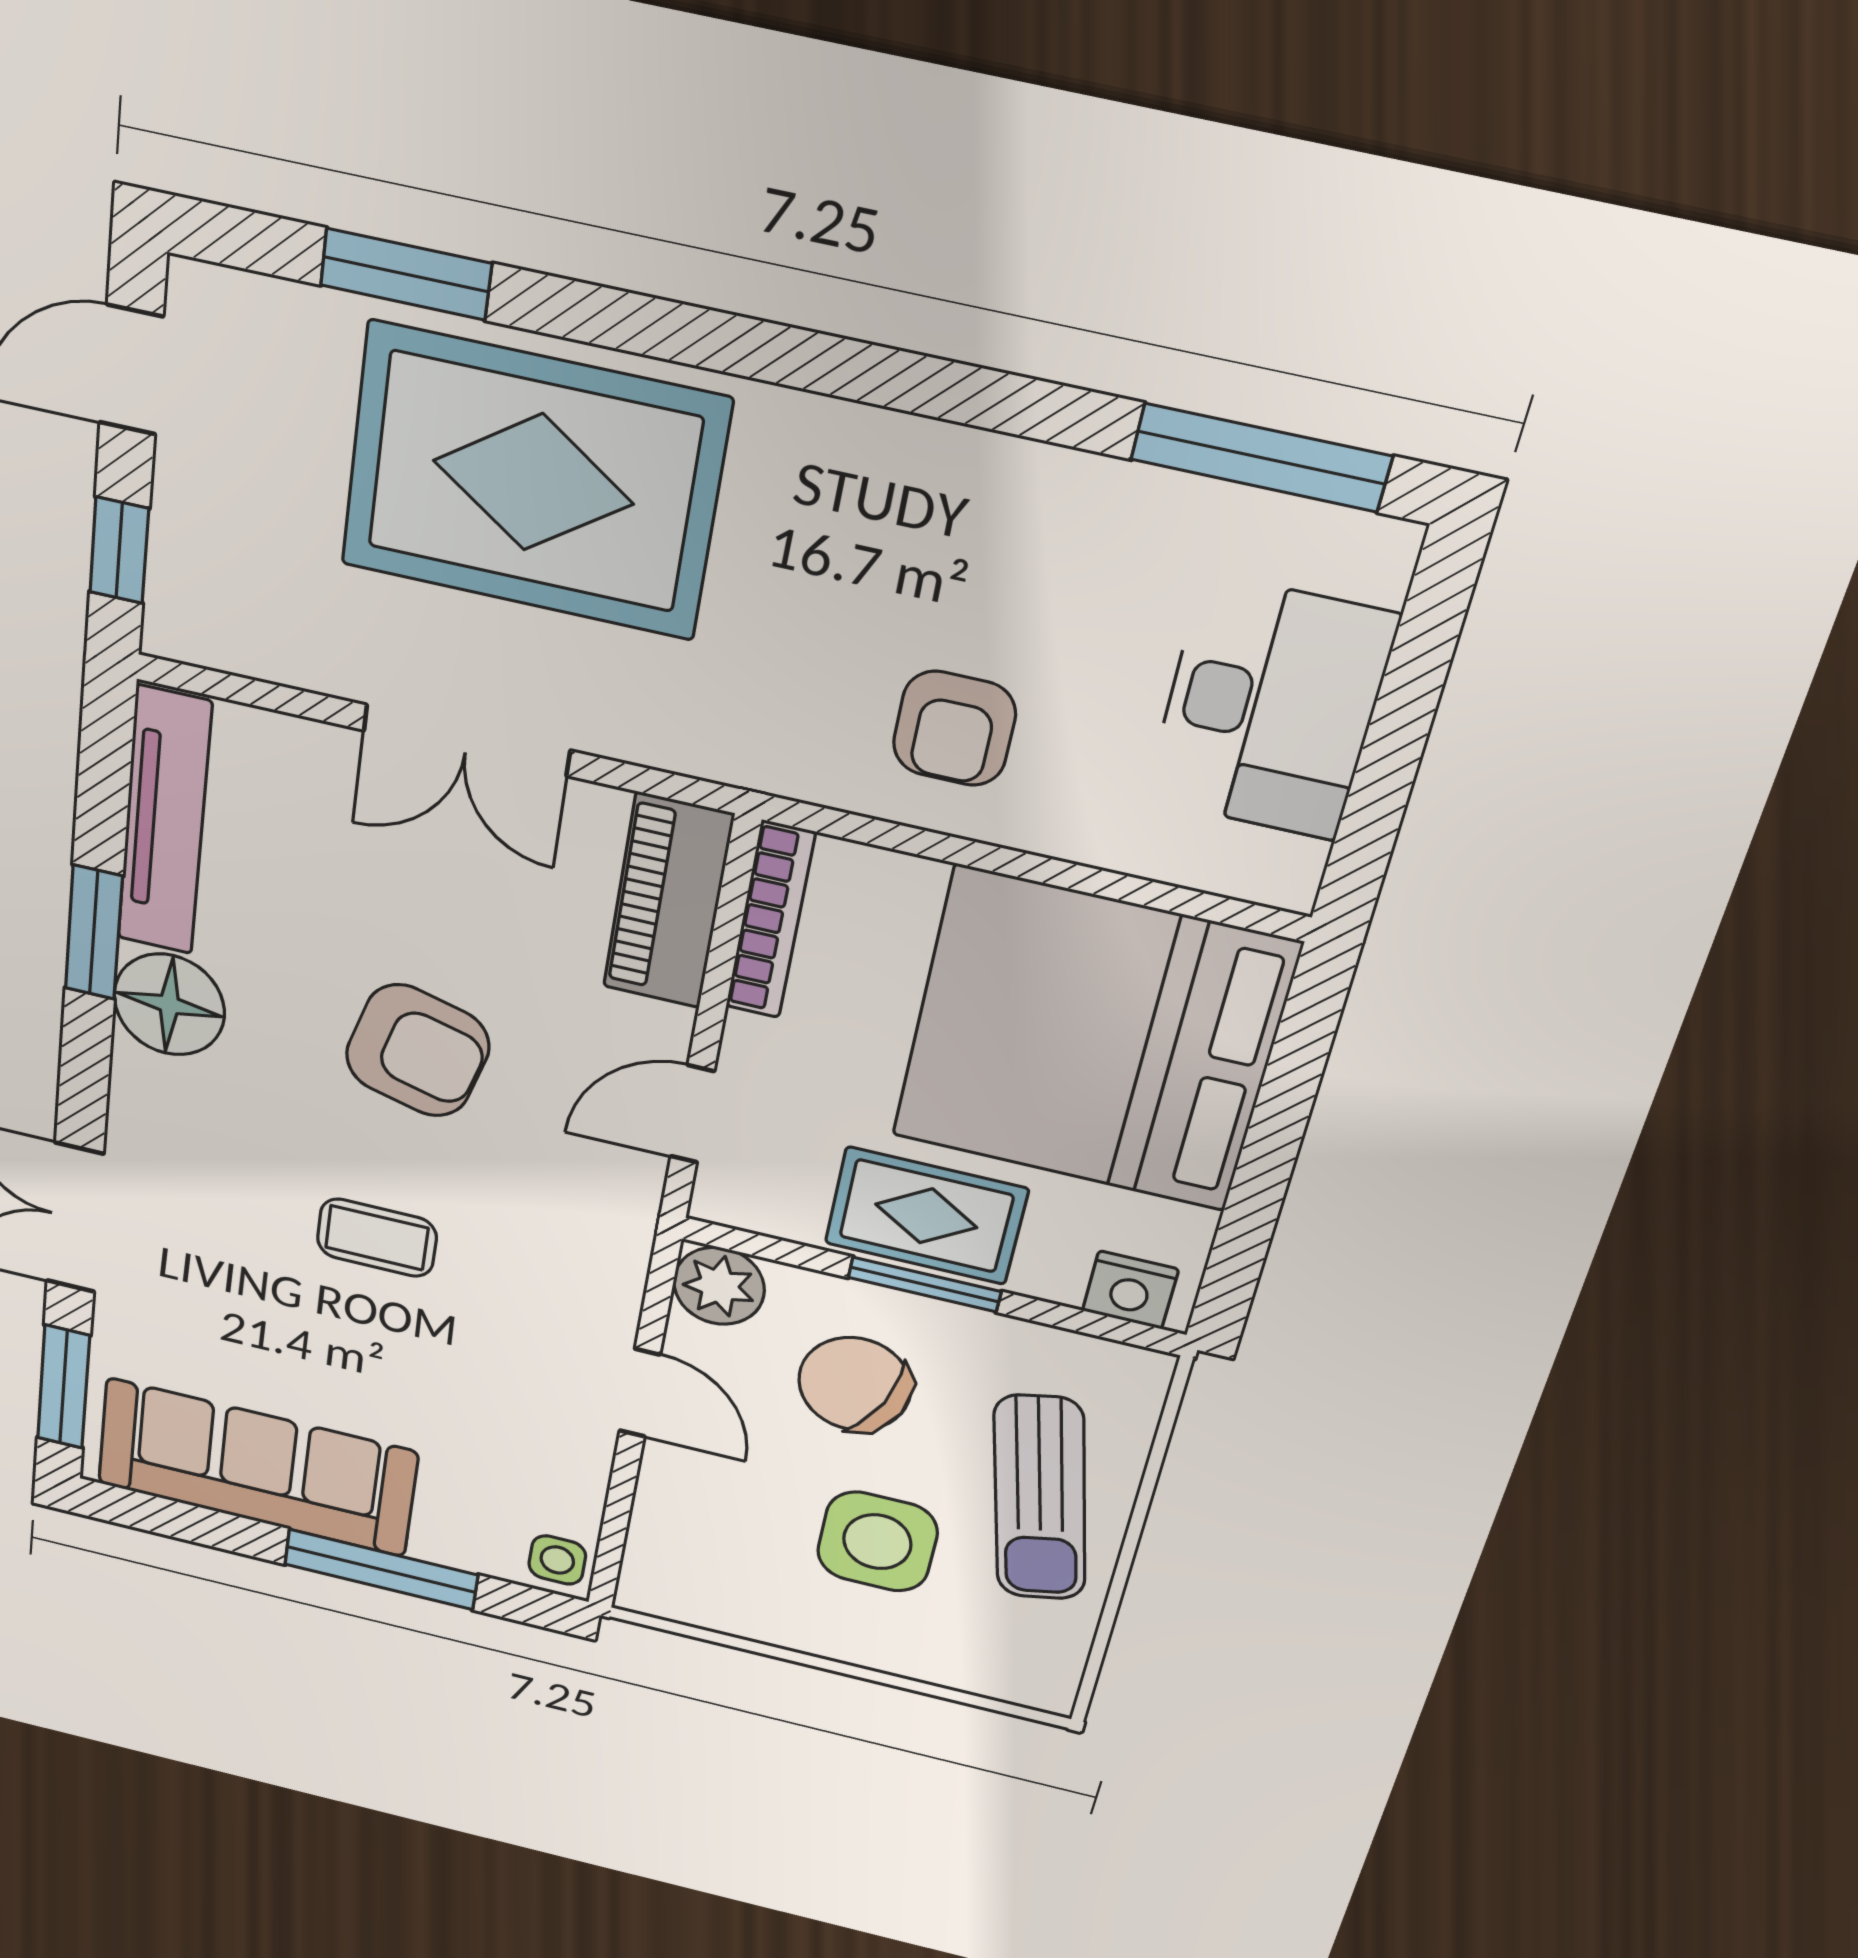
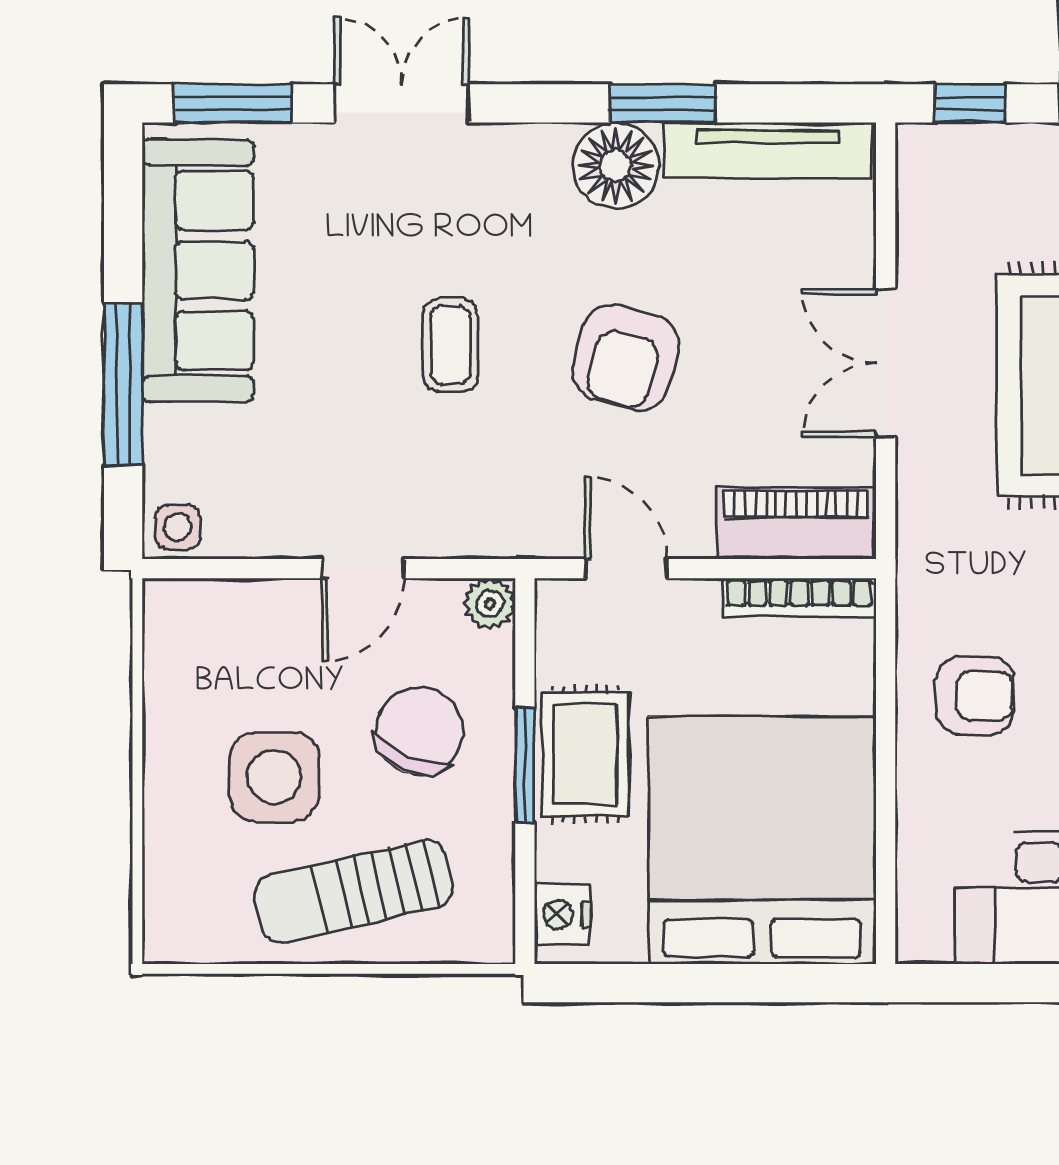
armchair: (954, 728) -> (975, 696), turned 180
plant: (719, 1286) -> (490, 604), width x0.73, depth x0.73

